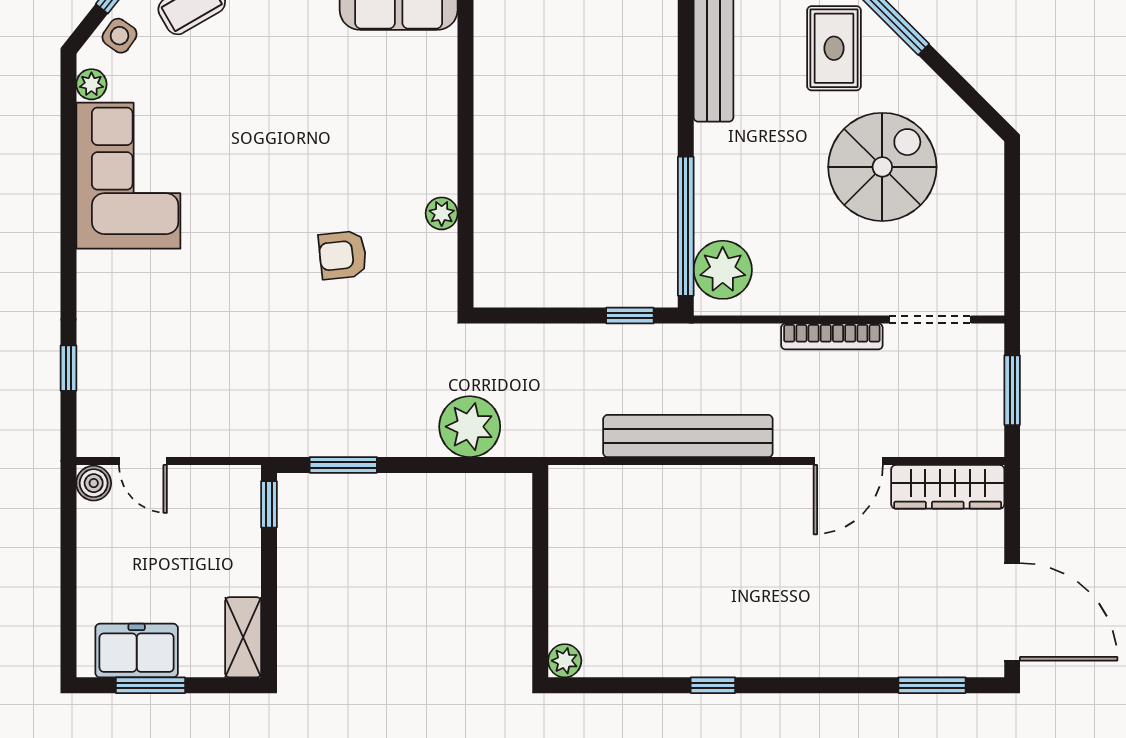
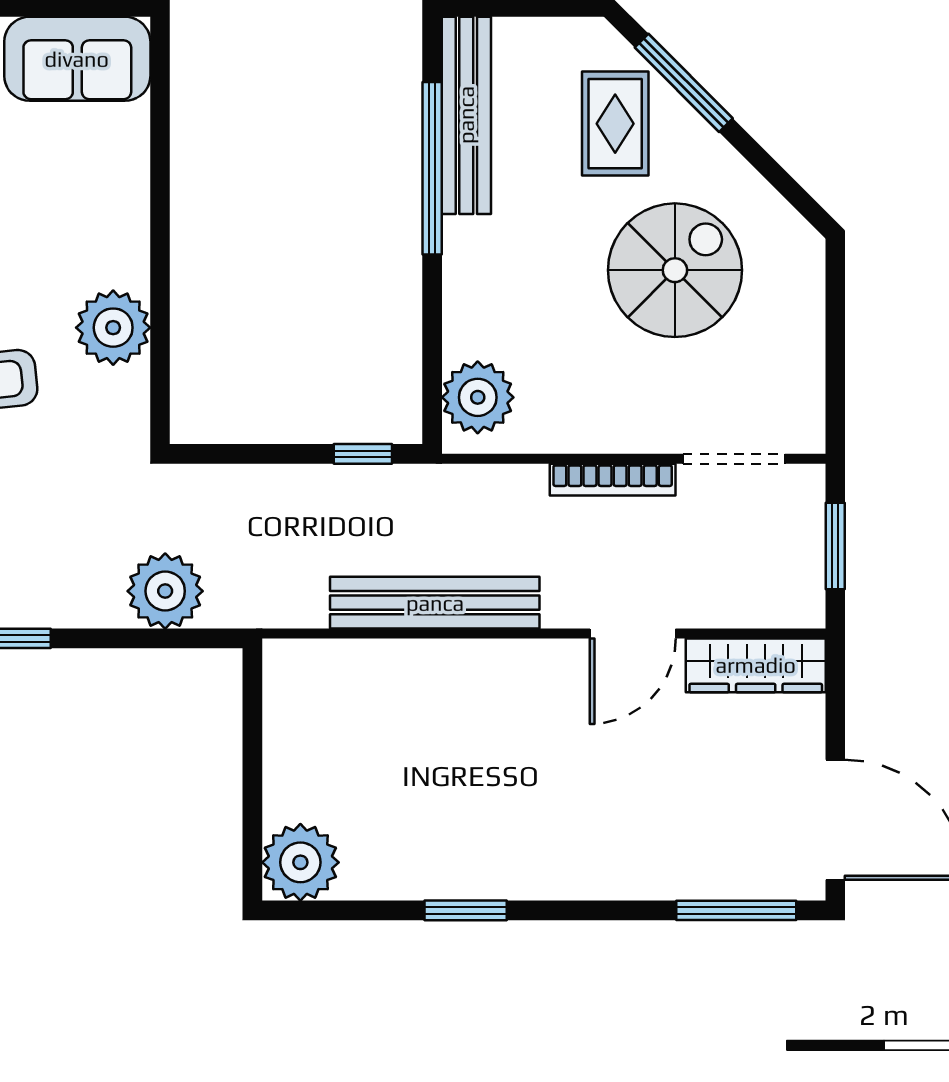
plant: (442, 213) -> (113, 328), width x1.88, depth x1.88
window: (686, 226) -> (432, 168), moved
plant: (565, 661) -> (300, 862), width x1.88, depth x1.88
window: (713, 685) -> (466, 910), width x1.50
window: (932, 685) -> (736, 910), width x1.44

